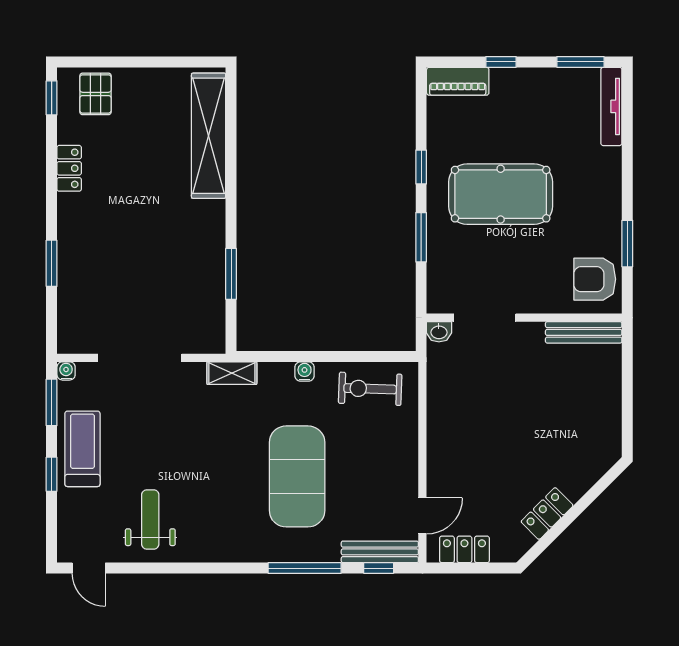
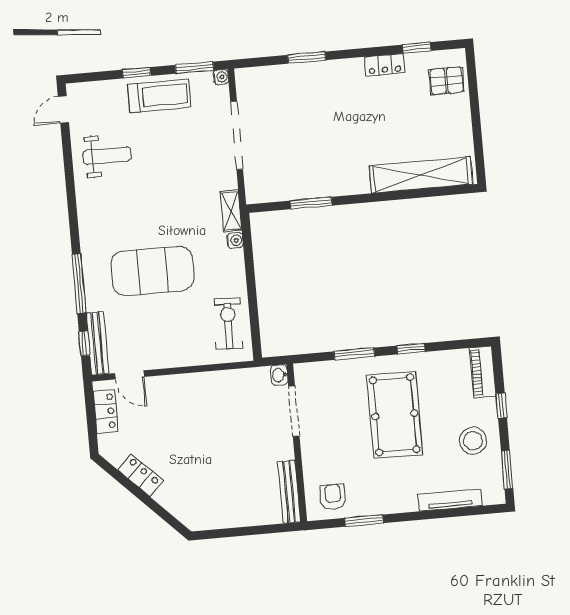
window: (52, 98) -> (417, 48), moved
stool: (541, 101) -> (473, 441), added
tv unit: (611, 106) -> (450, 500), moved
armchair: (595, 279) -> (333, 497), width x0.72, depth x0.72
water cooler: (305, 371) -> (235, 240), moved

